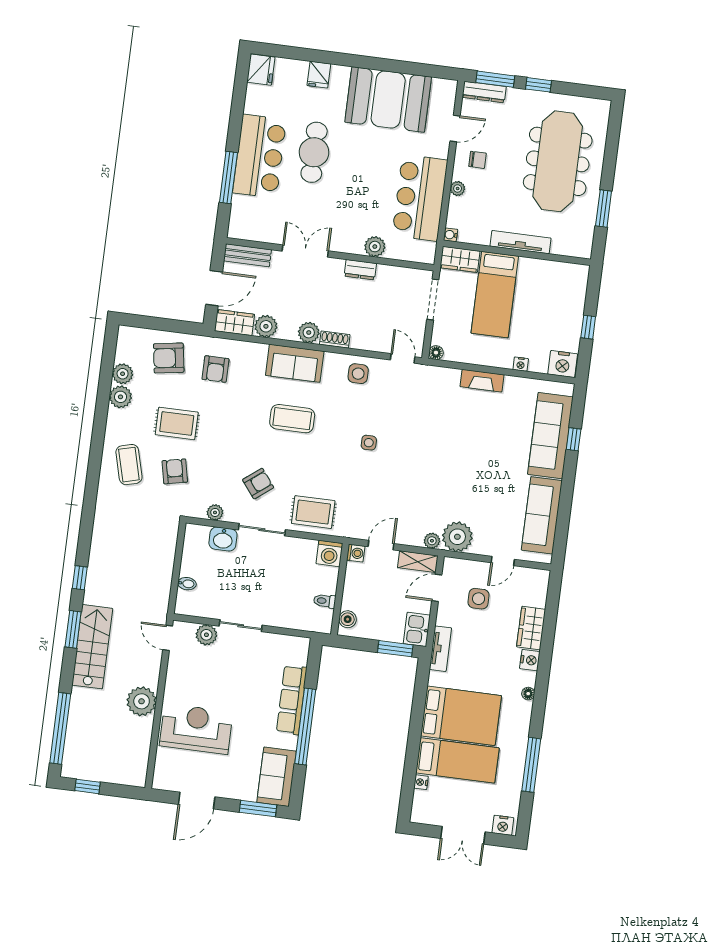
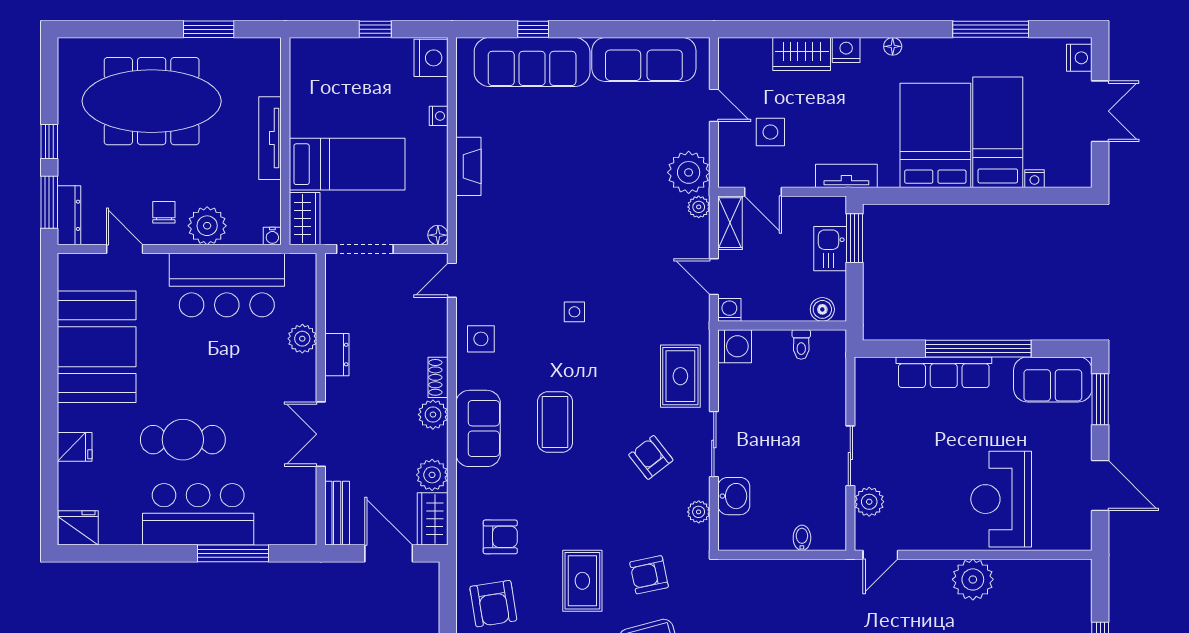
plant: (458, 188) -> (207, 226), width x1.88, depth x1.88
kitchen sink: (417, 629) -> (830, 249), moved, turned 90

